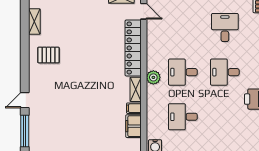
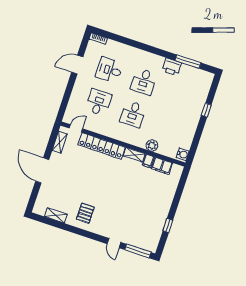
plant: (153, 77) -> (152, 145), moved
desk: (183, 117) -> (99, 102), moved, turned 180

